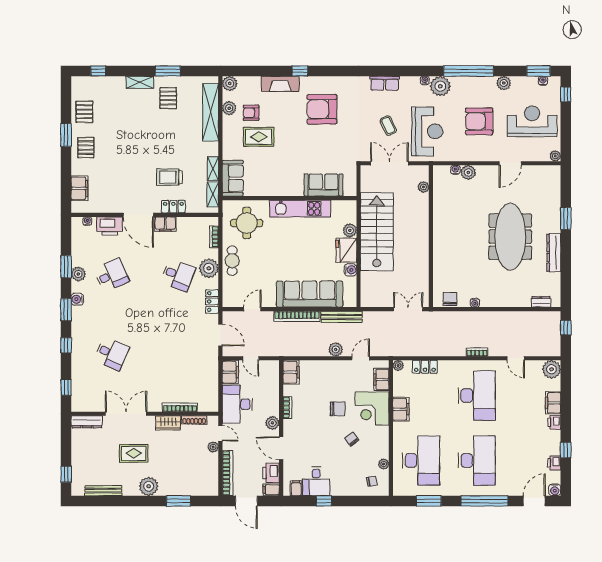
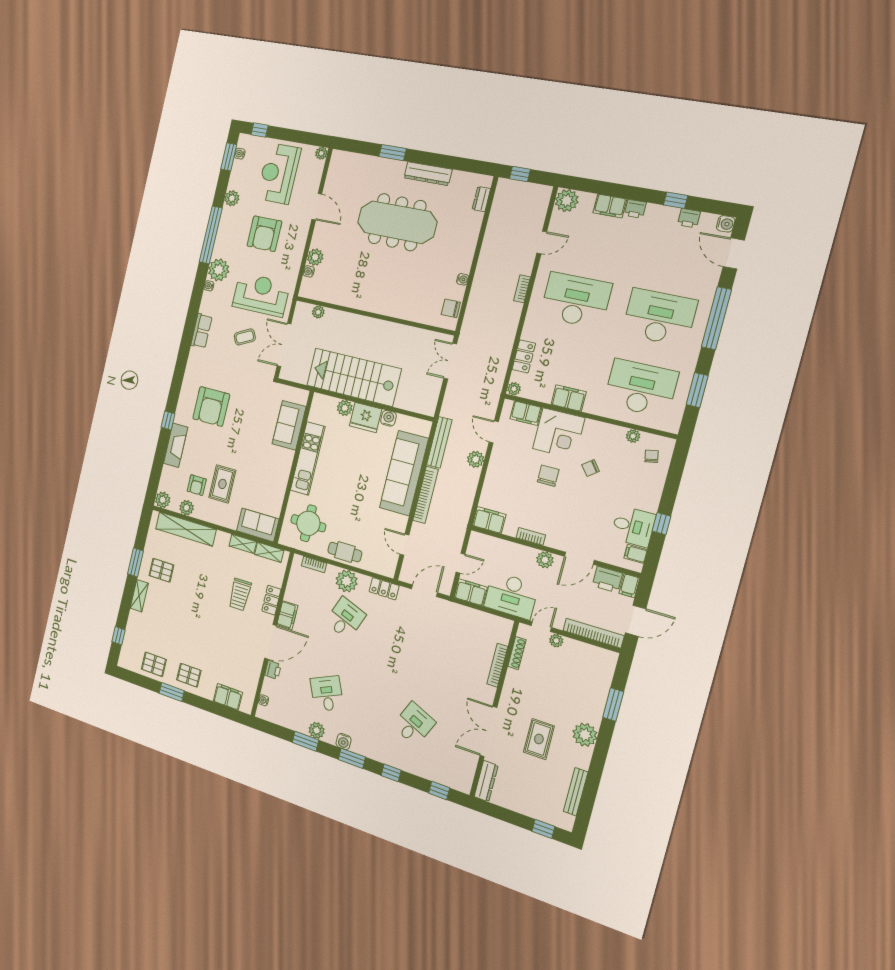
printer: (110, 226) -> (273, 670), width x0.53, depth x0.68
wardrobe: (168, 423) -> (512, 685), removed

